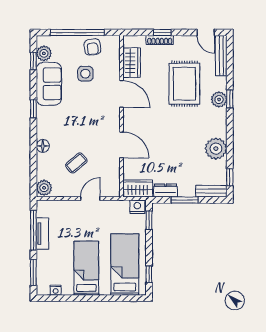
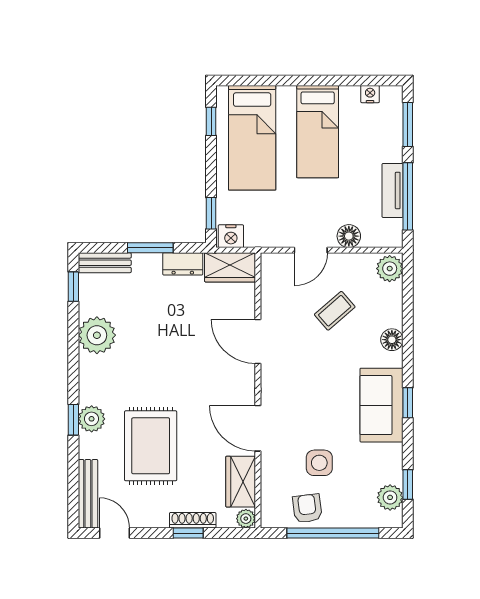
plant: (129, 41) -> (246, 519), added
sofa: (49, 84) -> (381, 405), moved
floor lamp: (68, 207) -> (349, 236), added

